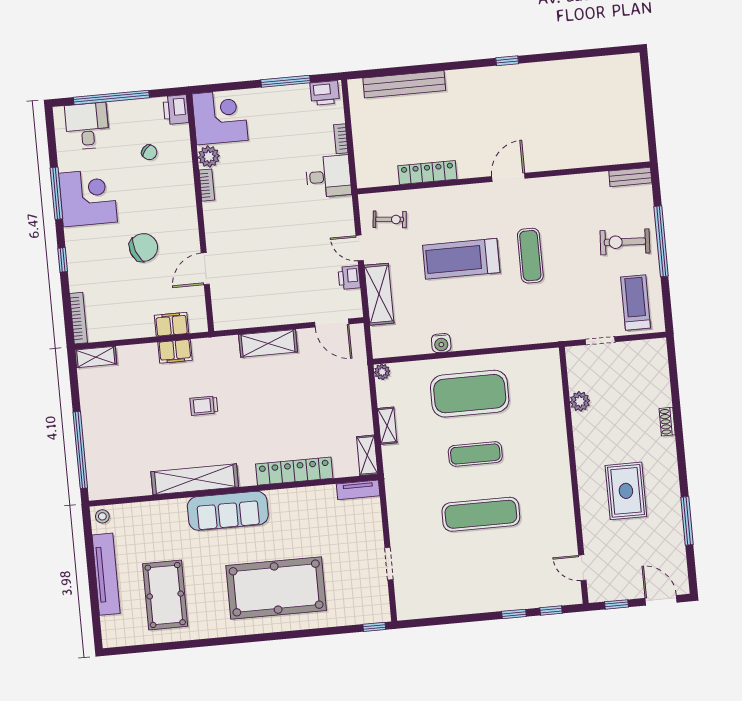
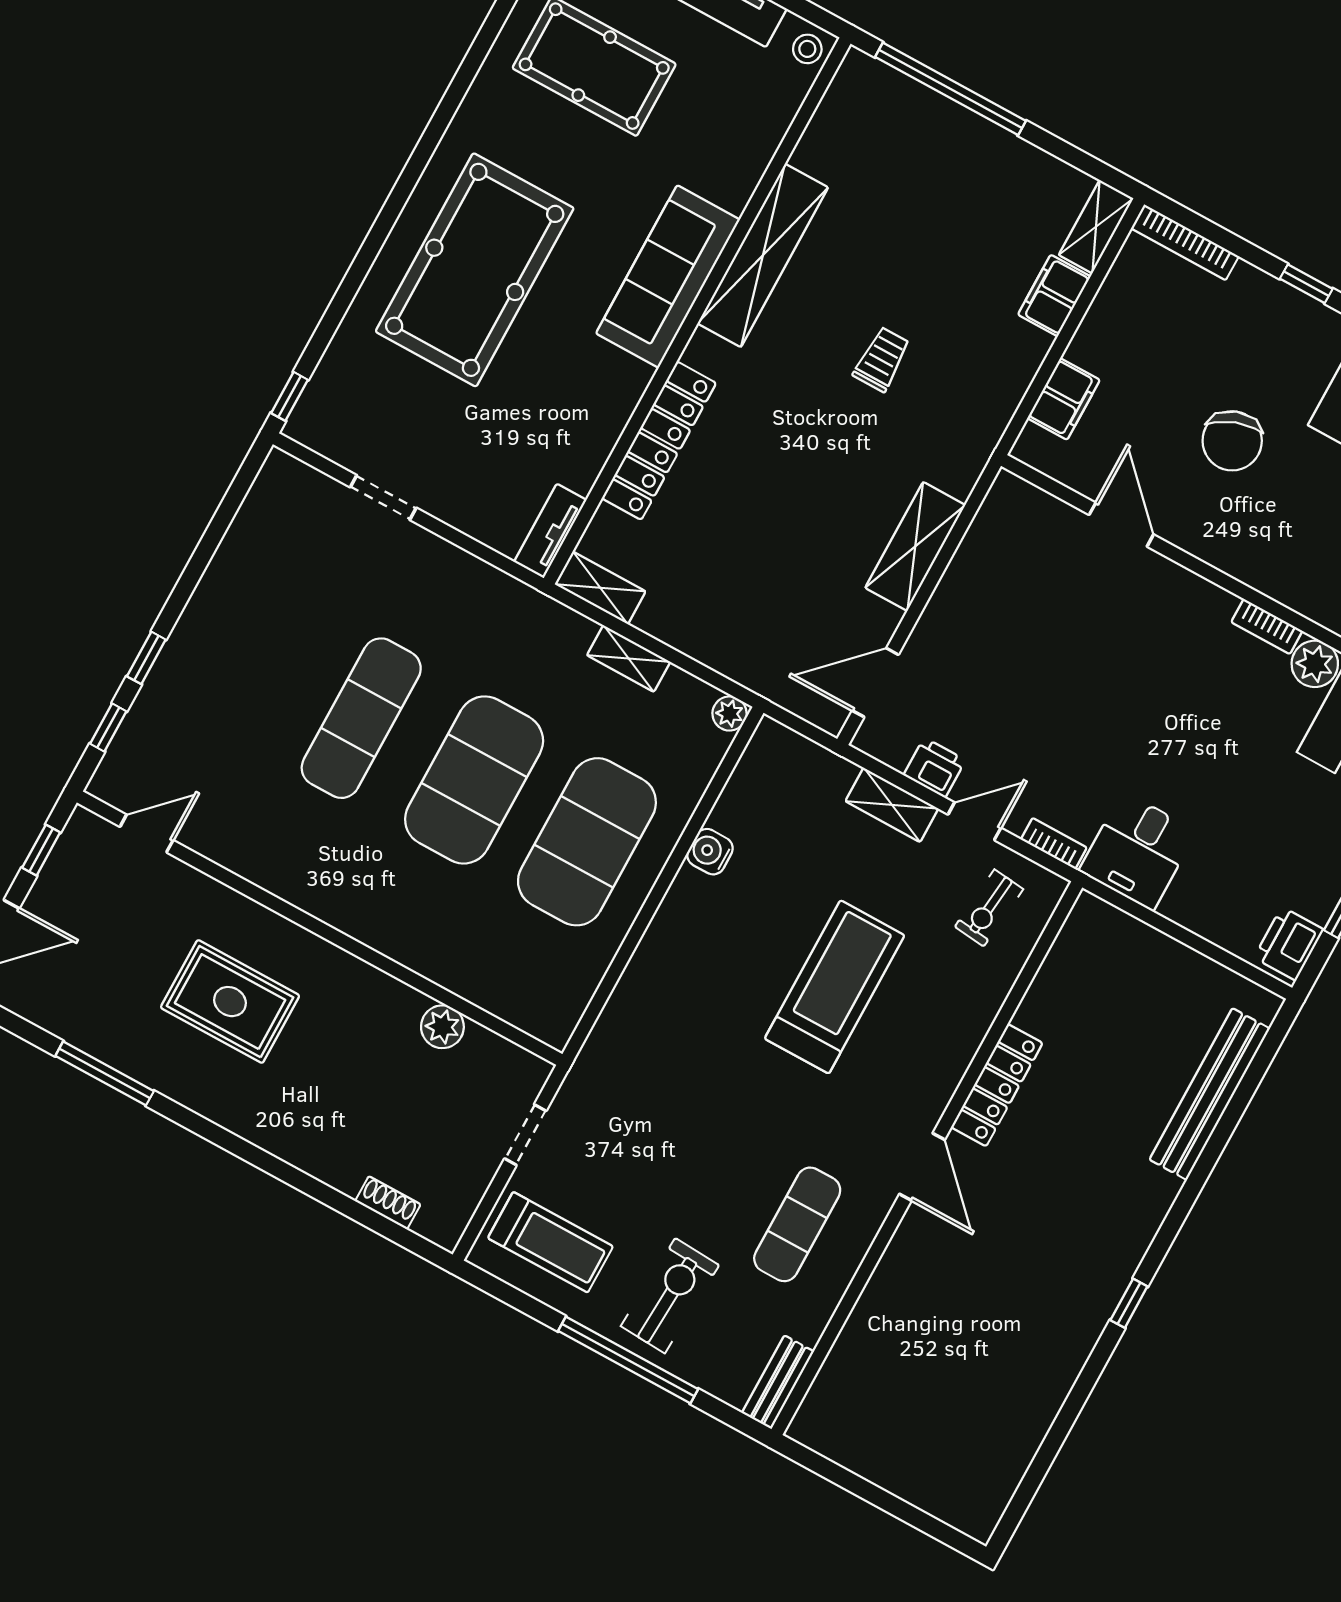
bookcase: (341, 139) -> (1054, 843), moved
locker: (427, 172) -> (997, 1085), moved
exercise mat: (530, 256) -> (797, 1224), moved, turned 90
shelving: (379, 294) -> (892, 805), width x0.67, depth x0.75
filing cabinet: (175, 351) -> (1054, 295), moved
shoe rack: (667, 422) -> (388, 1203), moved
exercise mat: (475, 454) -> (474, 780), width x2.00, depth x1.45

